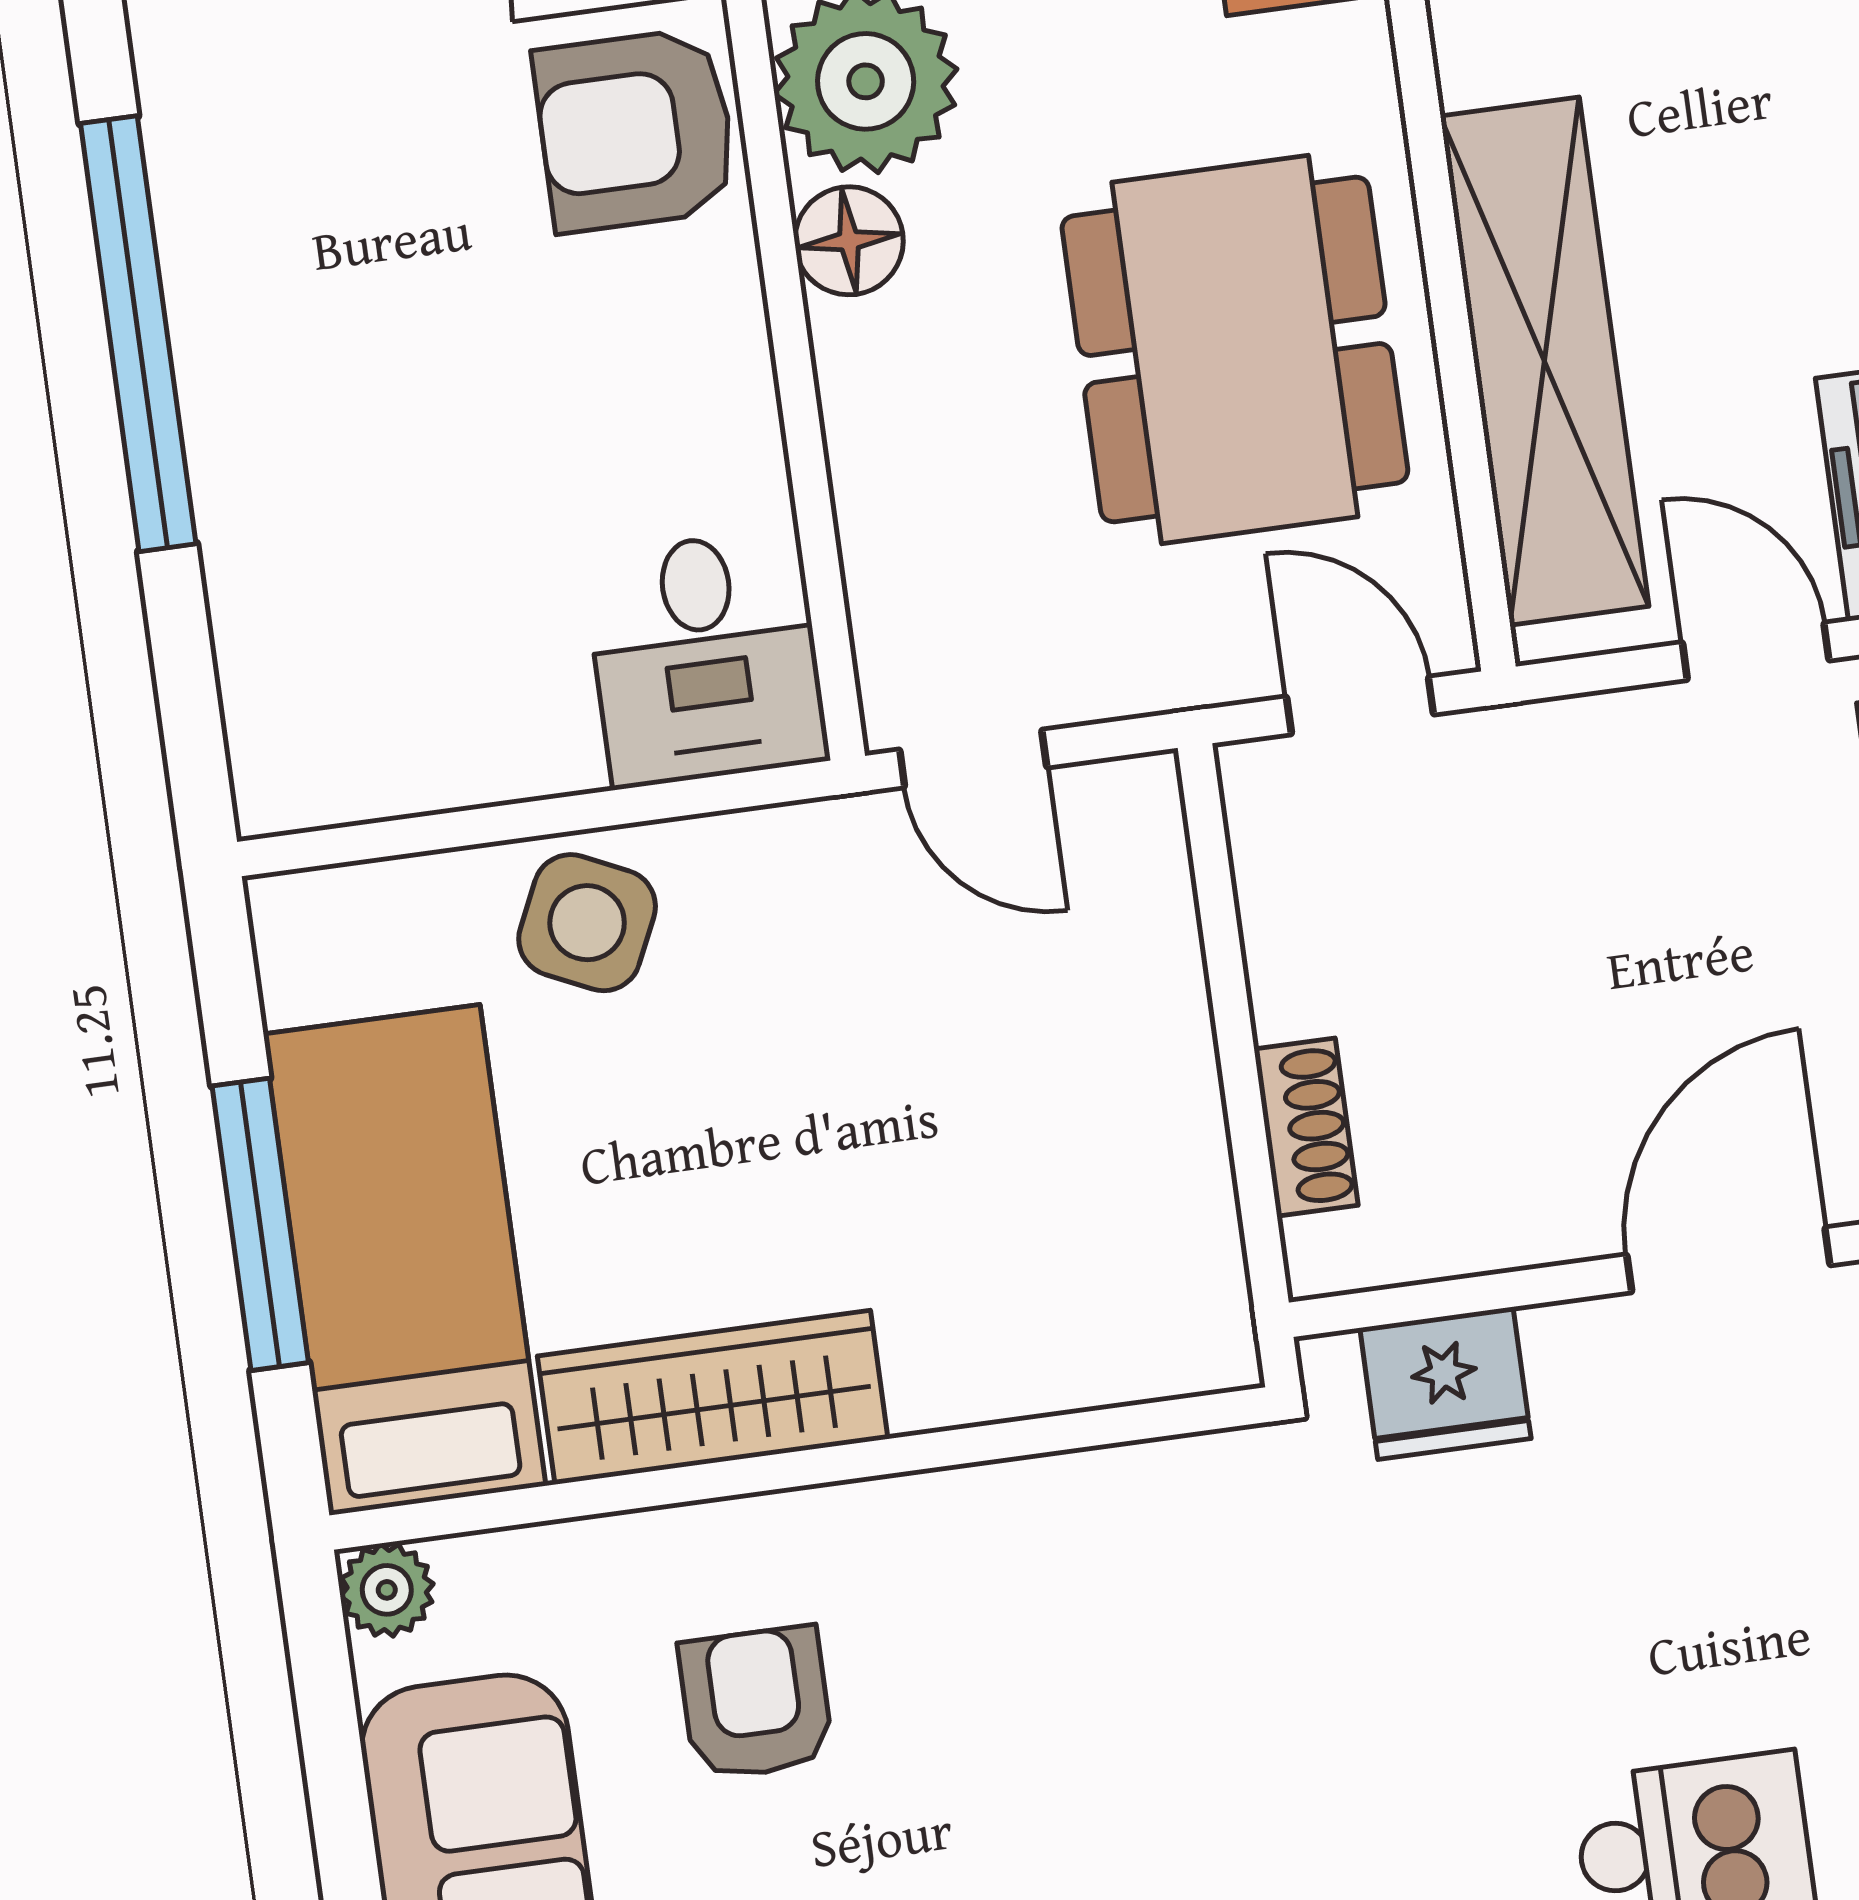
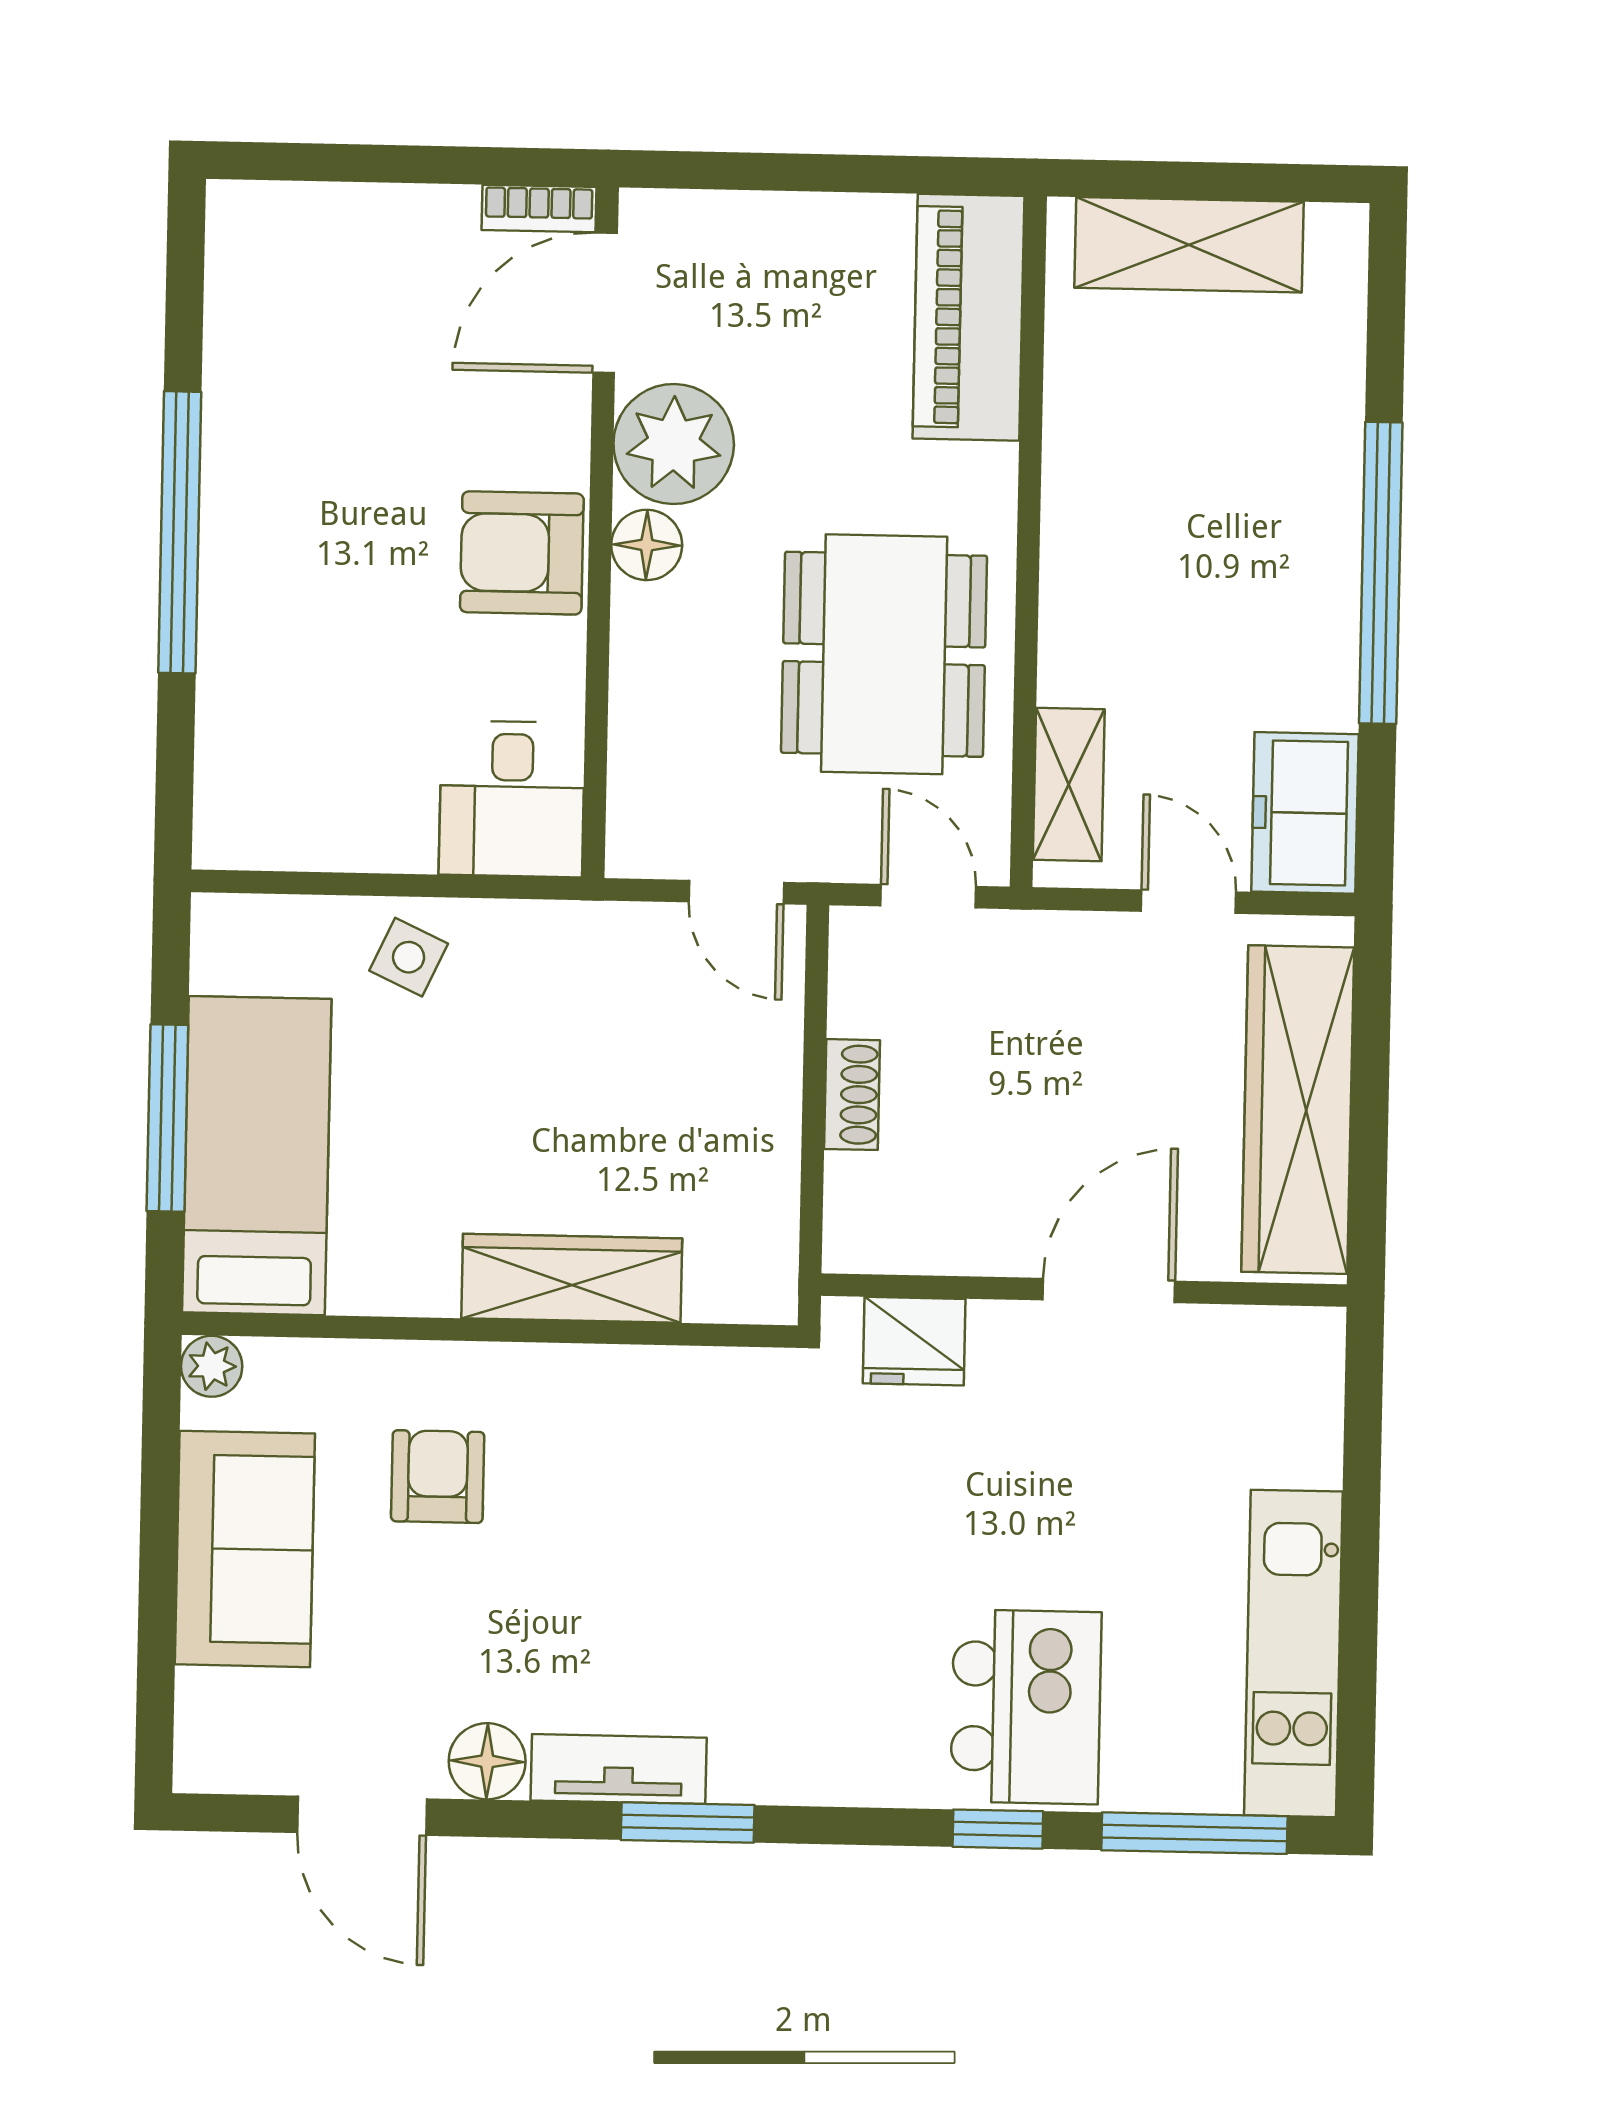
armchair: (635, 130) -> (522, 553), moved
shelving: (1544, 361) -> (1069, 784), width x0.45, depth x0.75
door: (973, 759) -> (736, 892), moved
side table: (587, 923) -> (409, 957), width x0.73, depth x0.73
shoe rack: (1306, 1127) -> (852, 1095), moved
wardrobe: (713, 1397) -> (572, 1278), moved

